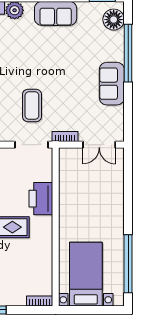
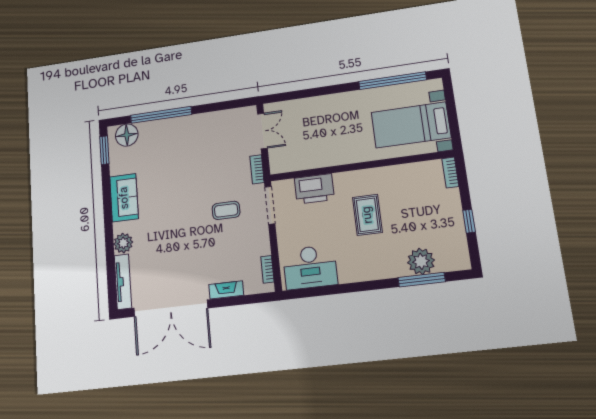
sofa: (112, 84) -> (195, 127), removed
coffee table: (32, 106) -> (226, 210), width x0.73, depth x0.77
printer: (41, 199) -> (314, 189), moved

